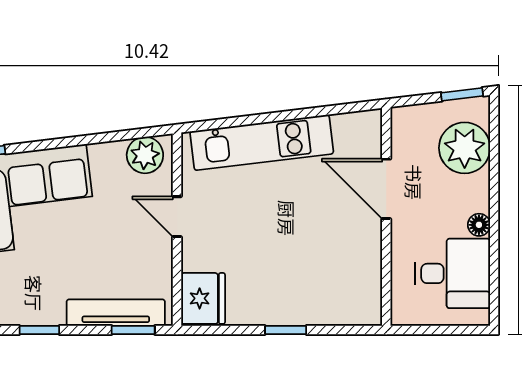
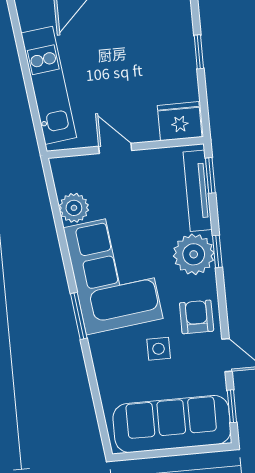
plant: (145, 155) -> (74, 208), moved
door: (177, 217) -> (115, 148), swing flipped
plant: (39, 301) -> (194, 254), added

